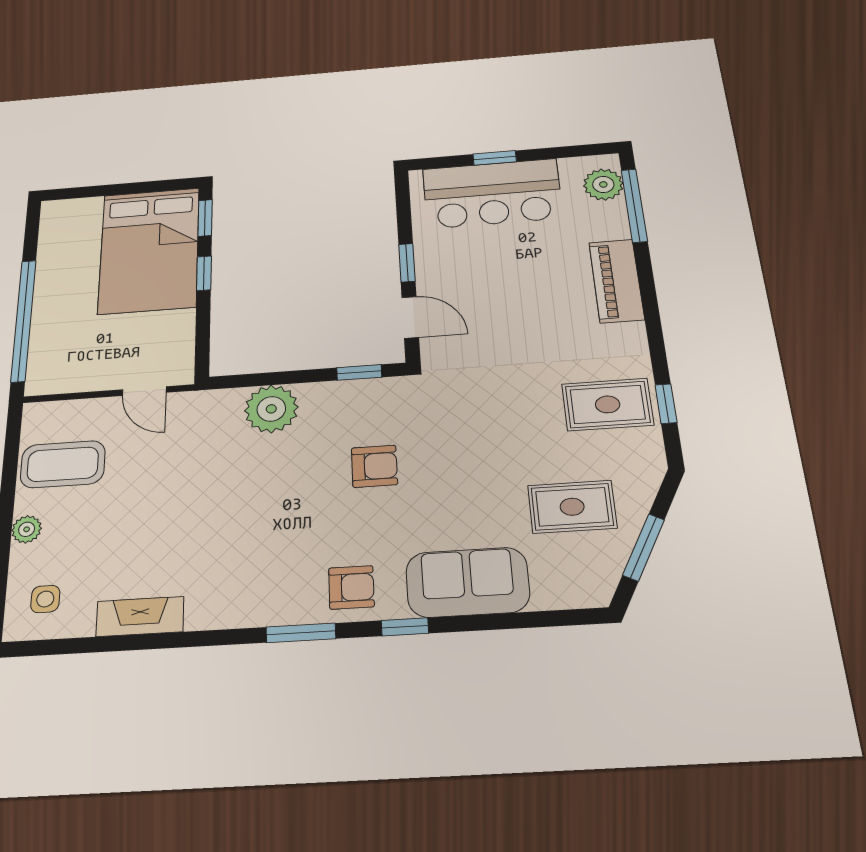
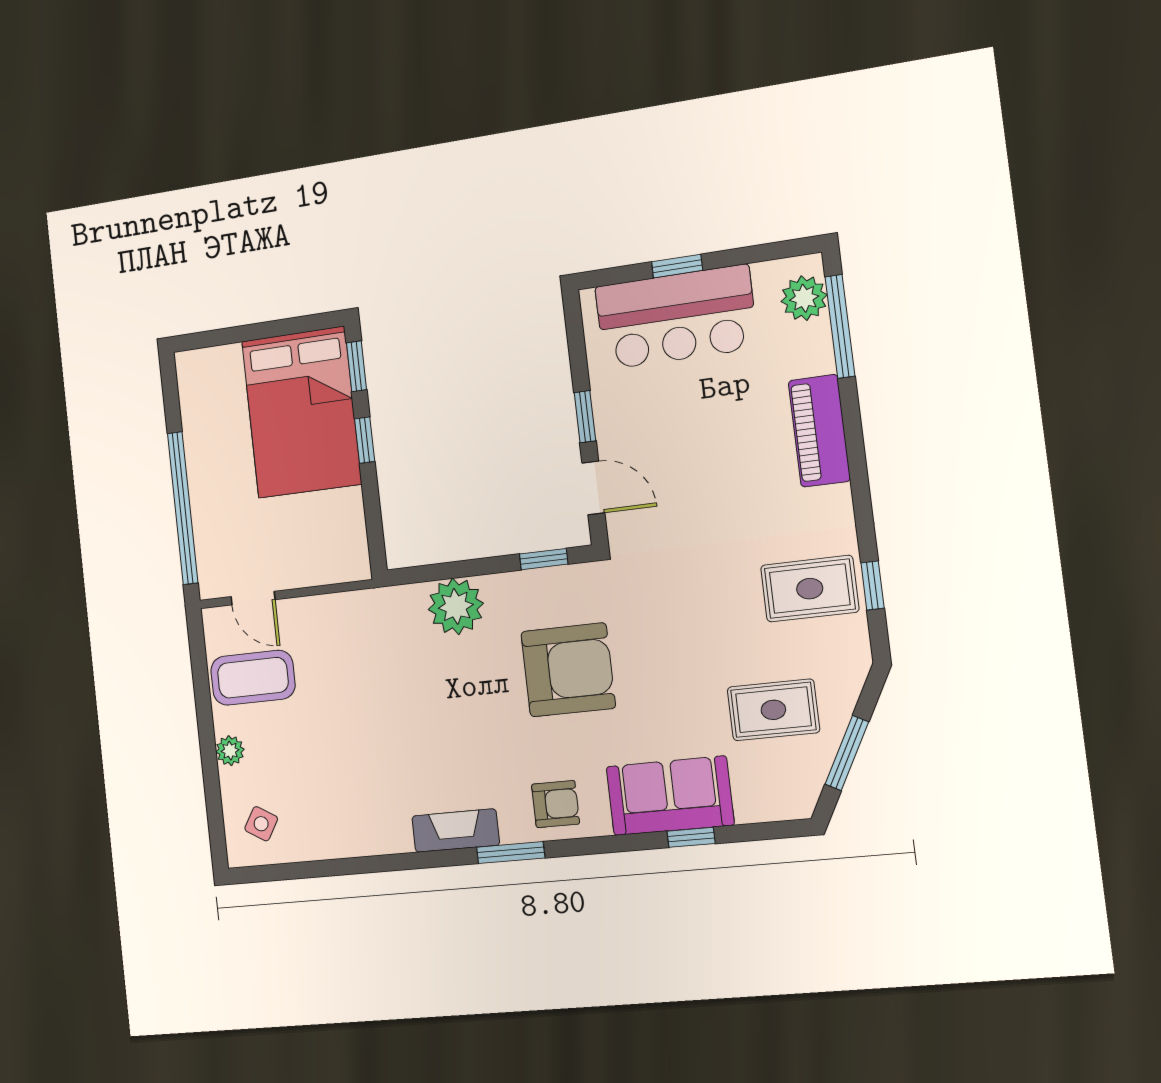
door: (144, 391) -> (253, 598), moved
armchair: (374, 466) -> (568, 670), width x1.88, depth x1.88
side table: (45, 599) -> (261, 824), turned 31
fireplace: (140, 616) -> (456, 831), moved
window: (405, 627) -> (691, 837), moved

